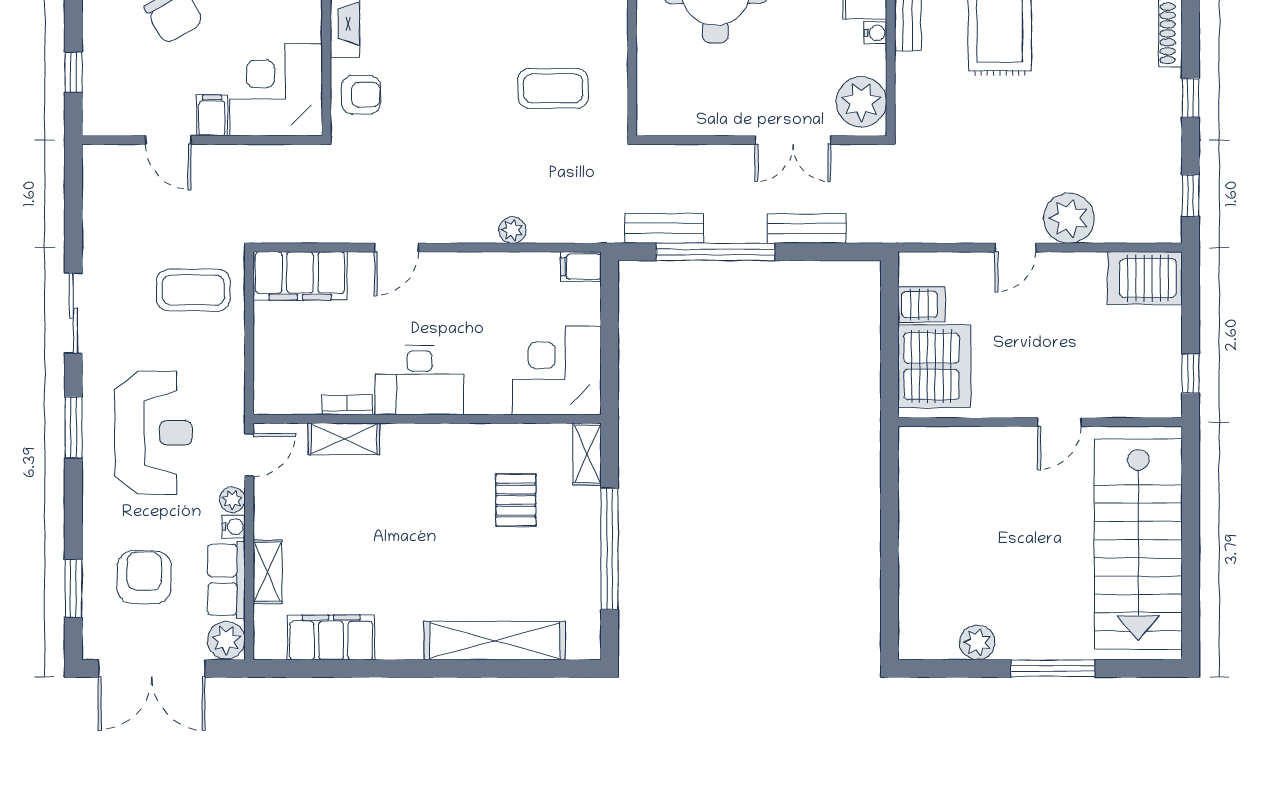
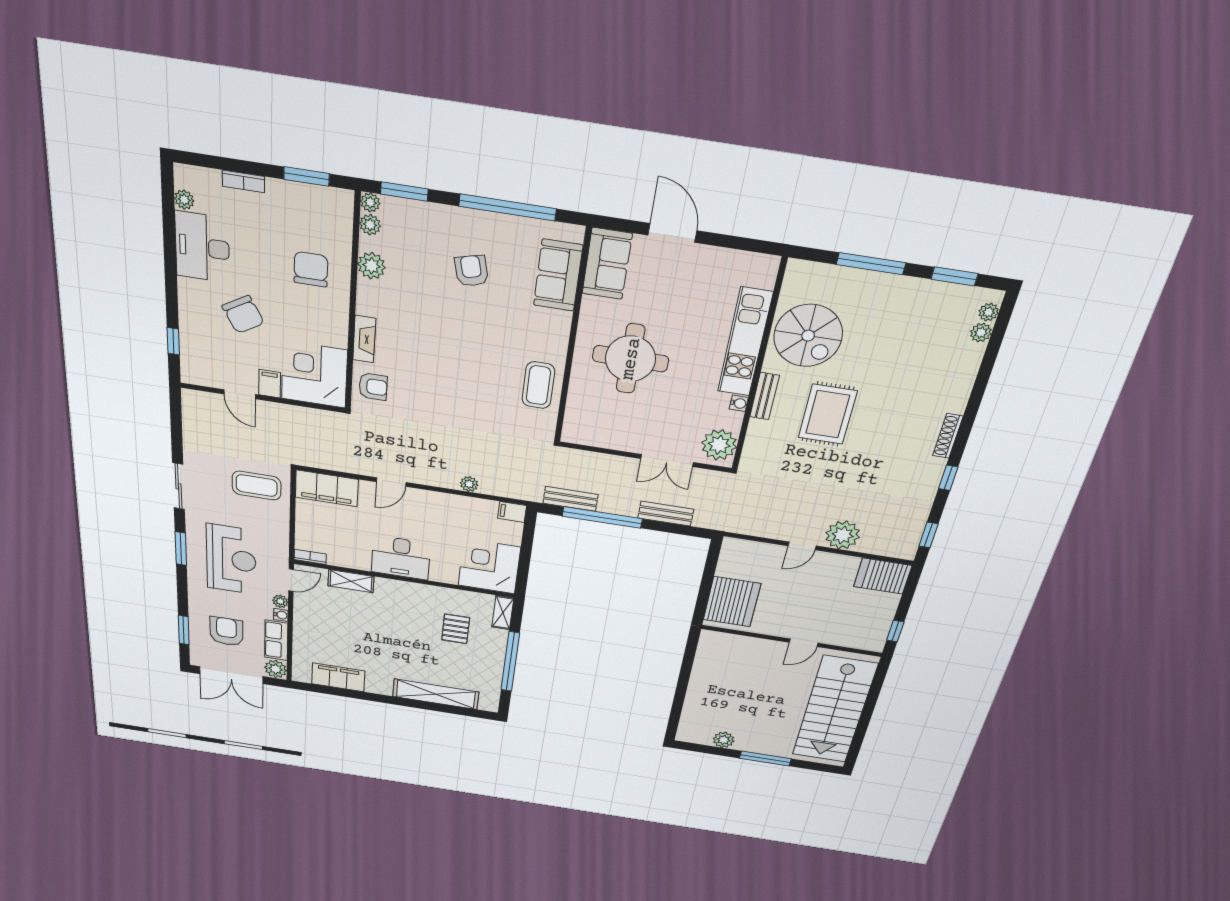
coffee table: (553, 88) -> (538, 385), moved, turned 90
server rack: (921, 304) -> (732, 567), removed
bookcase: (347, 405) -> (310, 557), moved
shelving: (267, 572) -> (301, 640), removed

